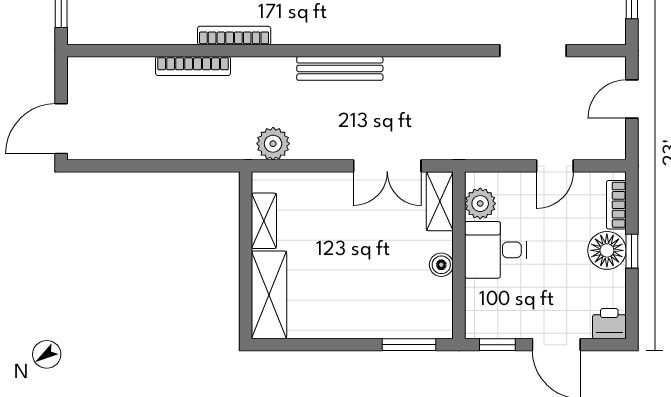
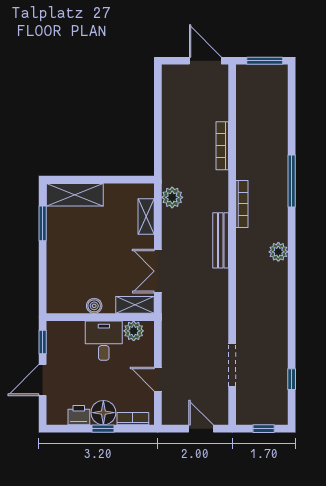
bookcase: (234, 36) -> (242, 204), moved
door: (61, 129) -> (205, 61), moved
shelving: (264, 221) -> (146, 216), moved, turned 90
printer: (609, 324) -> (79, 415), moved, turned -90
window: (409, 345) -> (43, 223), moved

